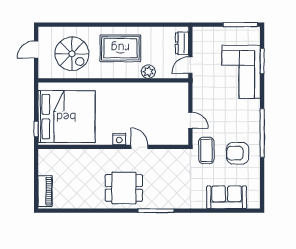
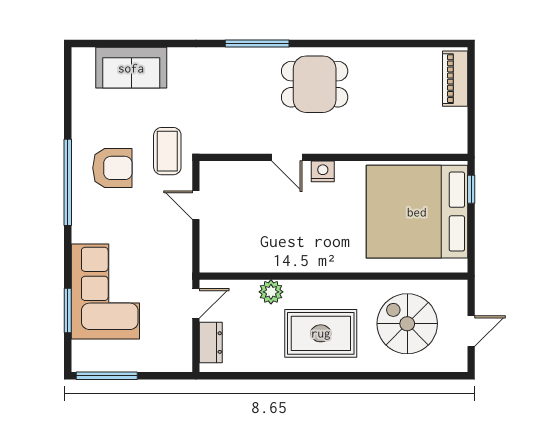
armchair: (238, 153) -> (112, 168), moved

